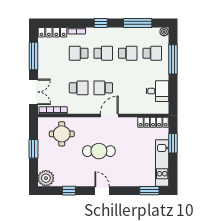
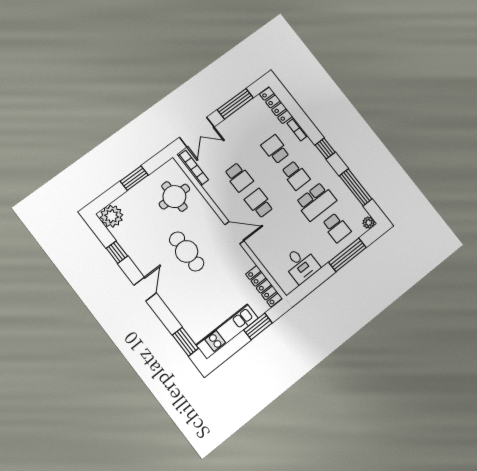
school desk: (128, 53) -> (316, 201), width x1.85

